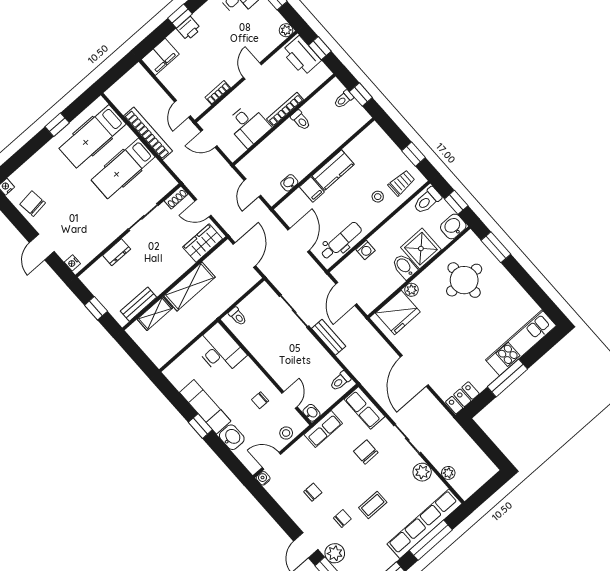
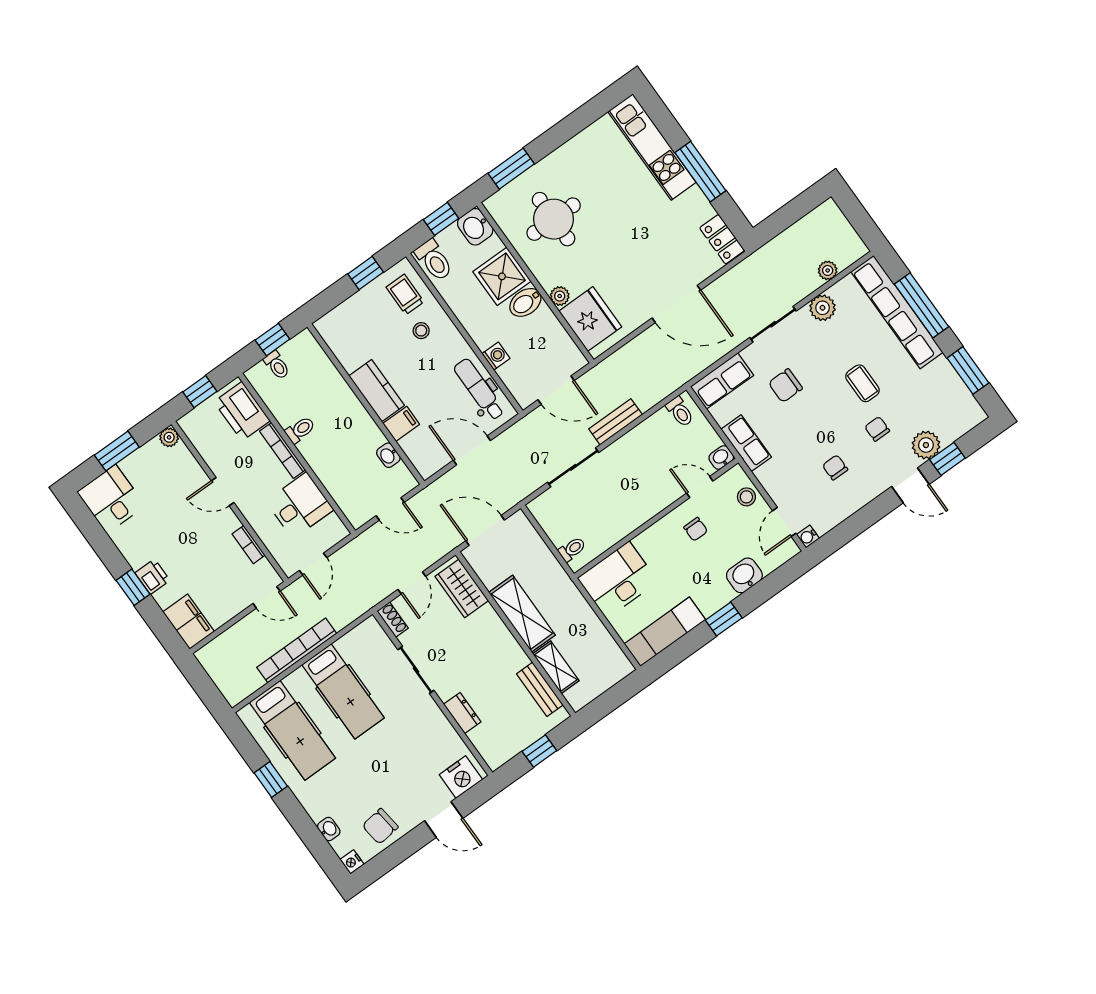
printer: (301, 56) -> (242, 411), moved, turned 90
washbasin: (27, 168) -> (329, 829), added
nightstand: (72, 263) -> (461, 777), width x1.89, depth x1.79
exam couch: (205, 407) -> (665, 632), moved

